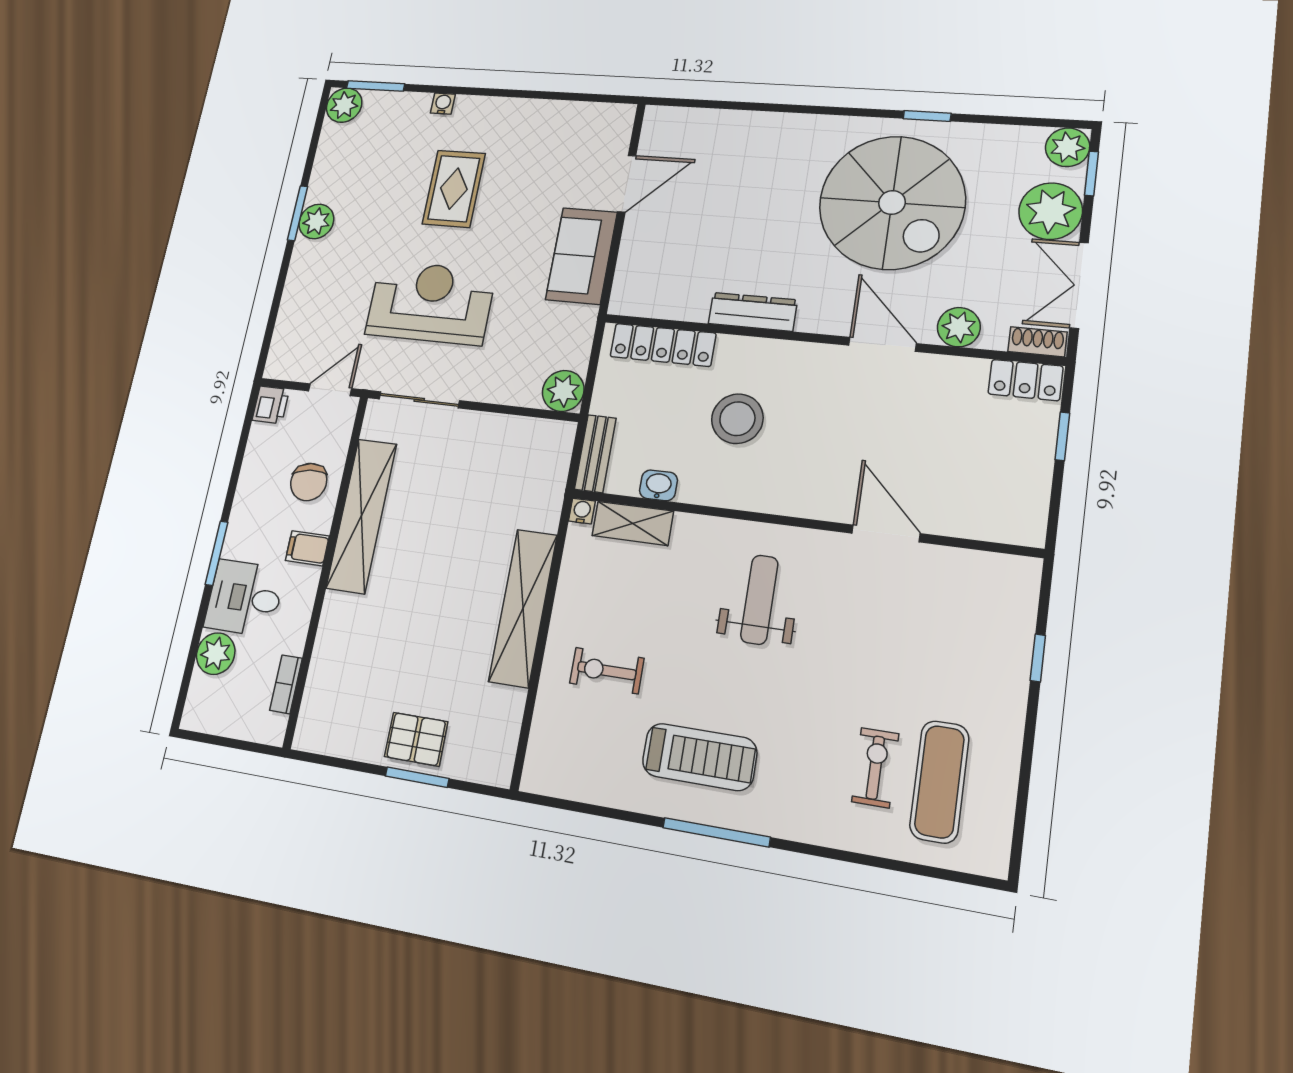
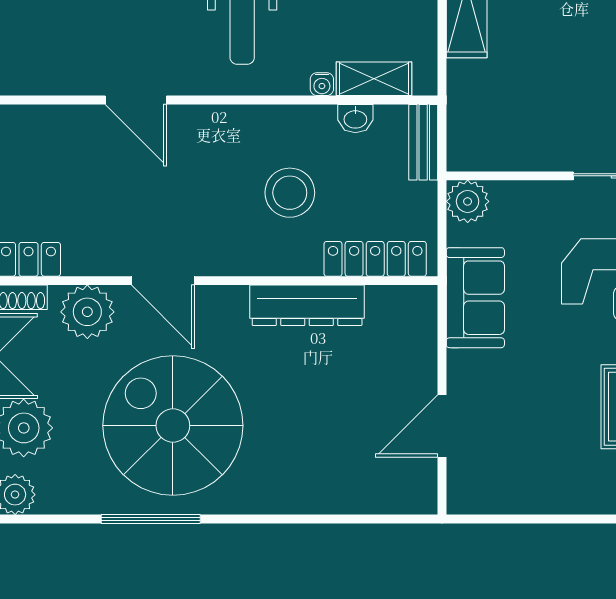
window: (927, 116) -> (151, 519), width x2.17
sofa: (581, 256) -> (475, 298), moved
dresser: (753, 312) -> (307, 305), width x1.37, depth x1.24
plant: (959, 327) -> (87, 312), width x1.36, depth x1.36
water cooler: (582, 511) -> (322, 84), moved

